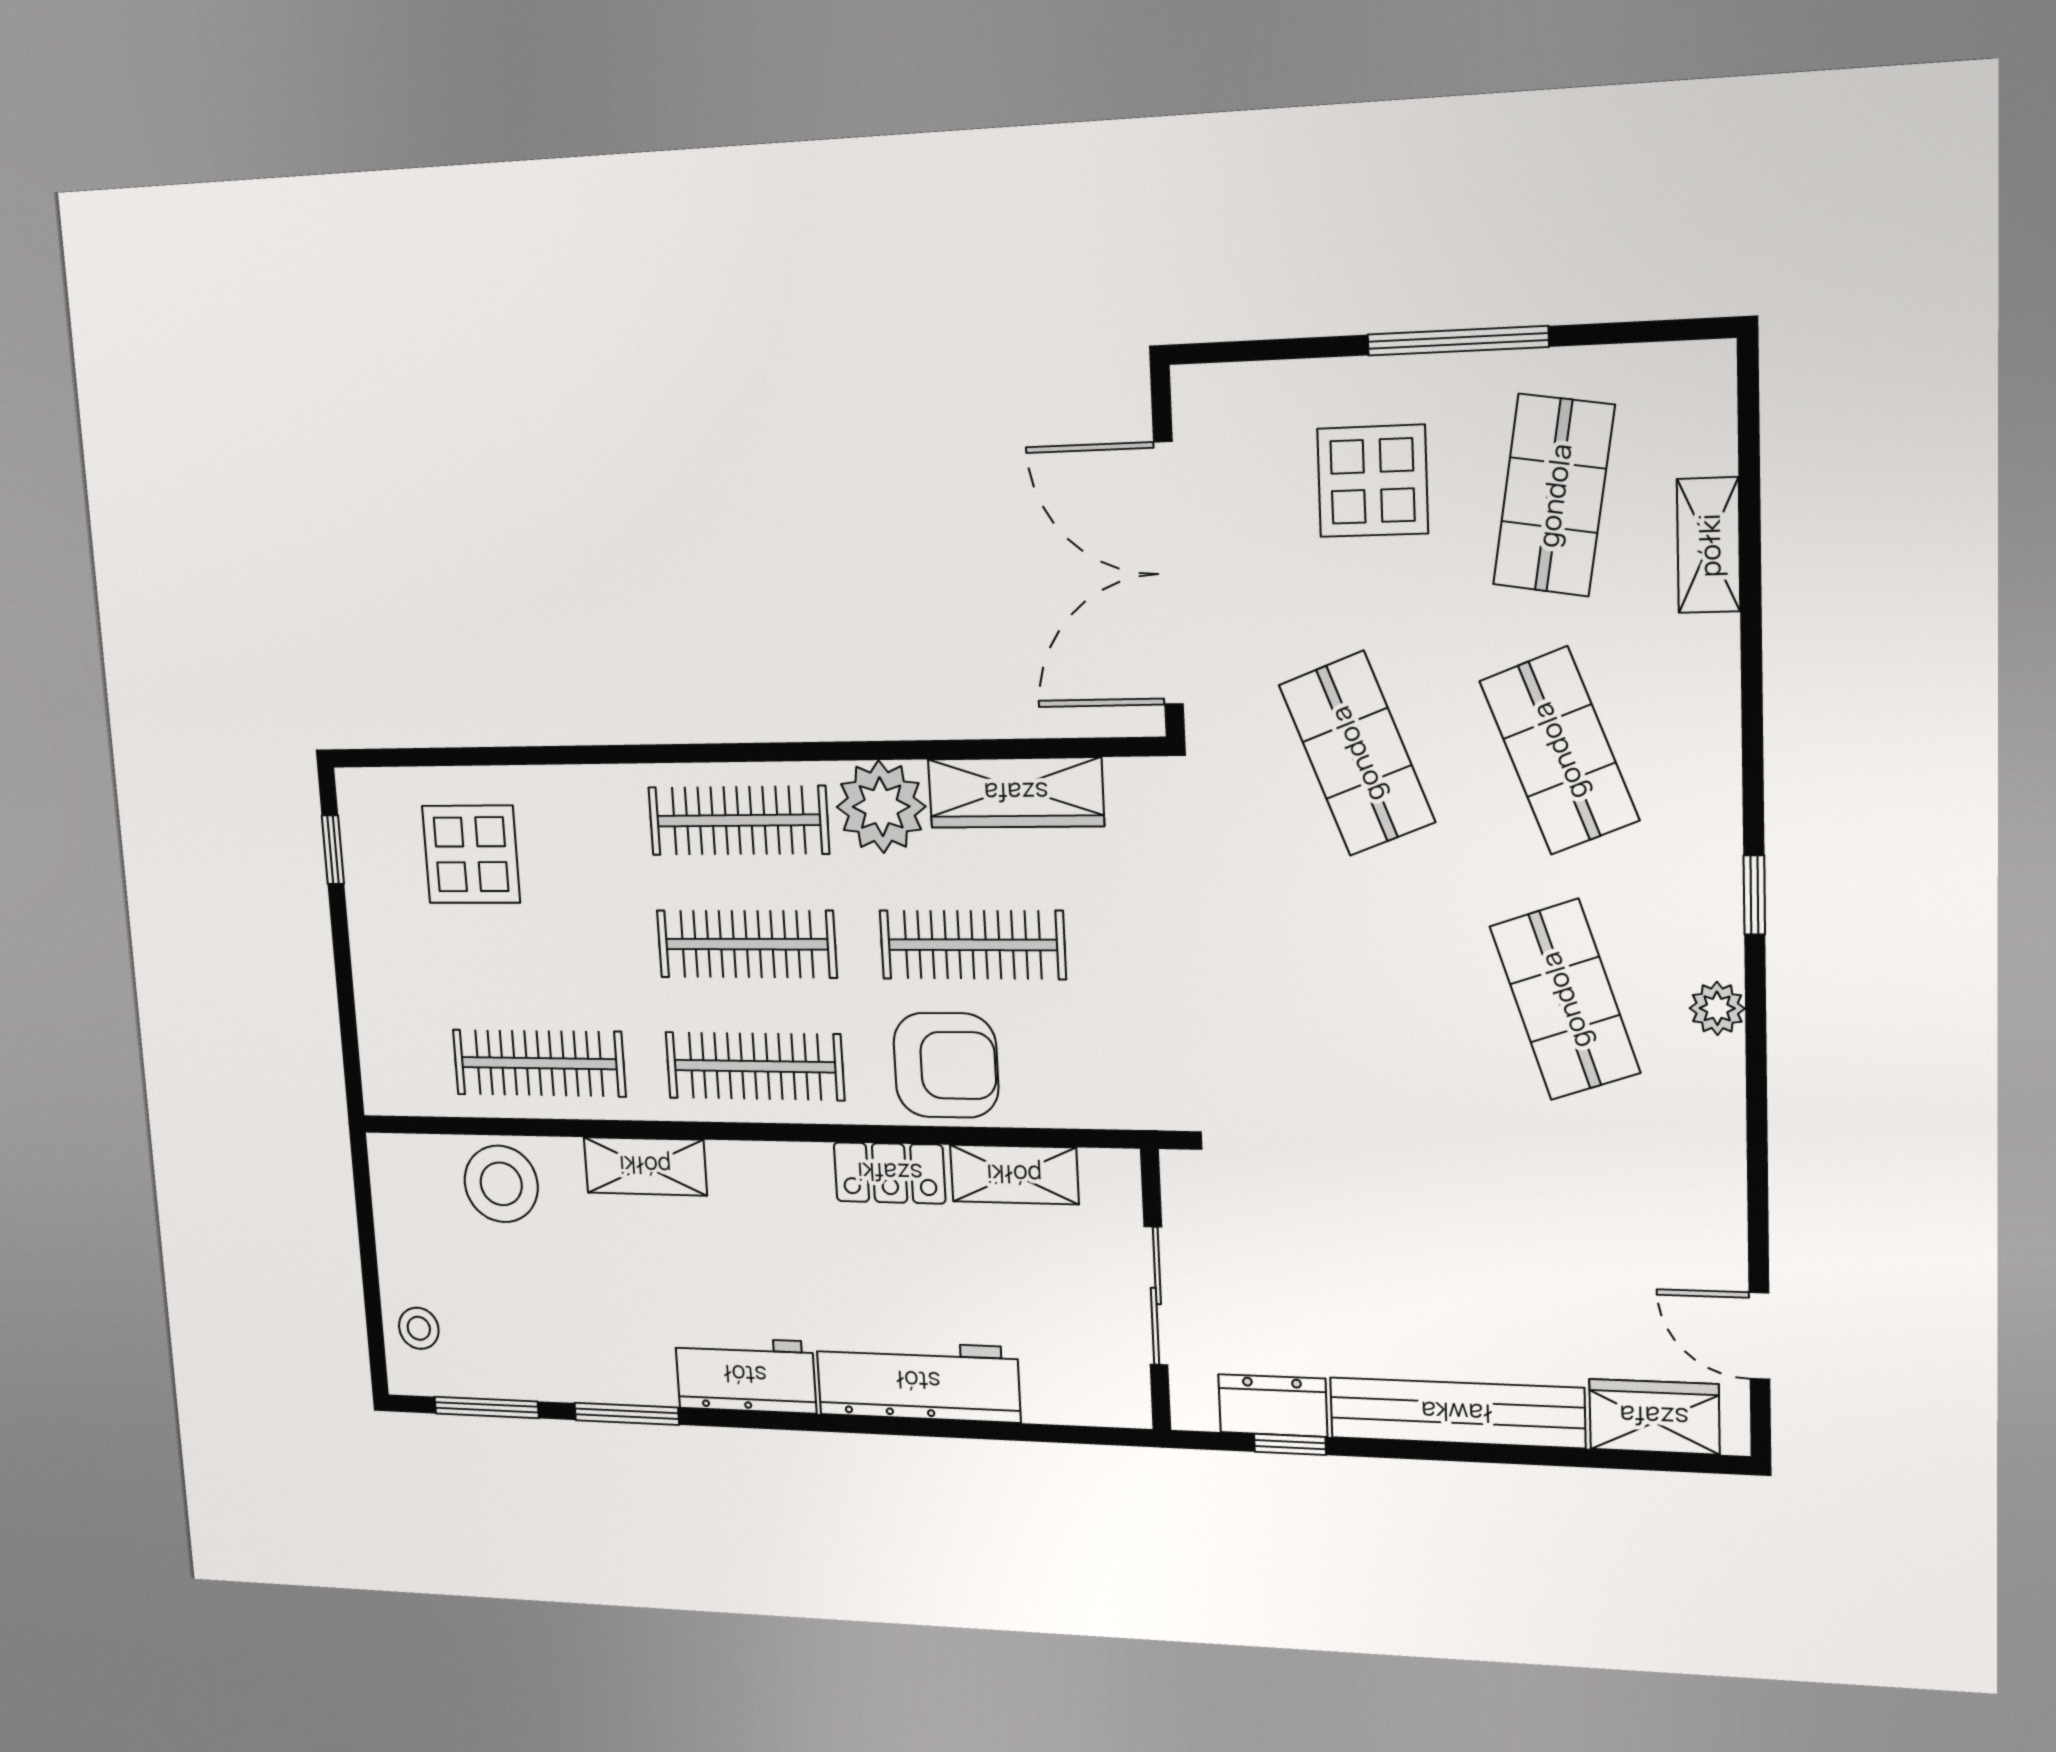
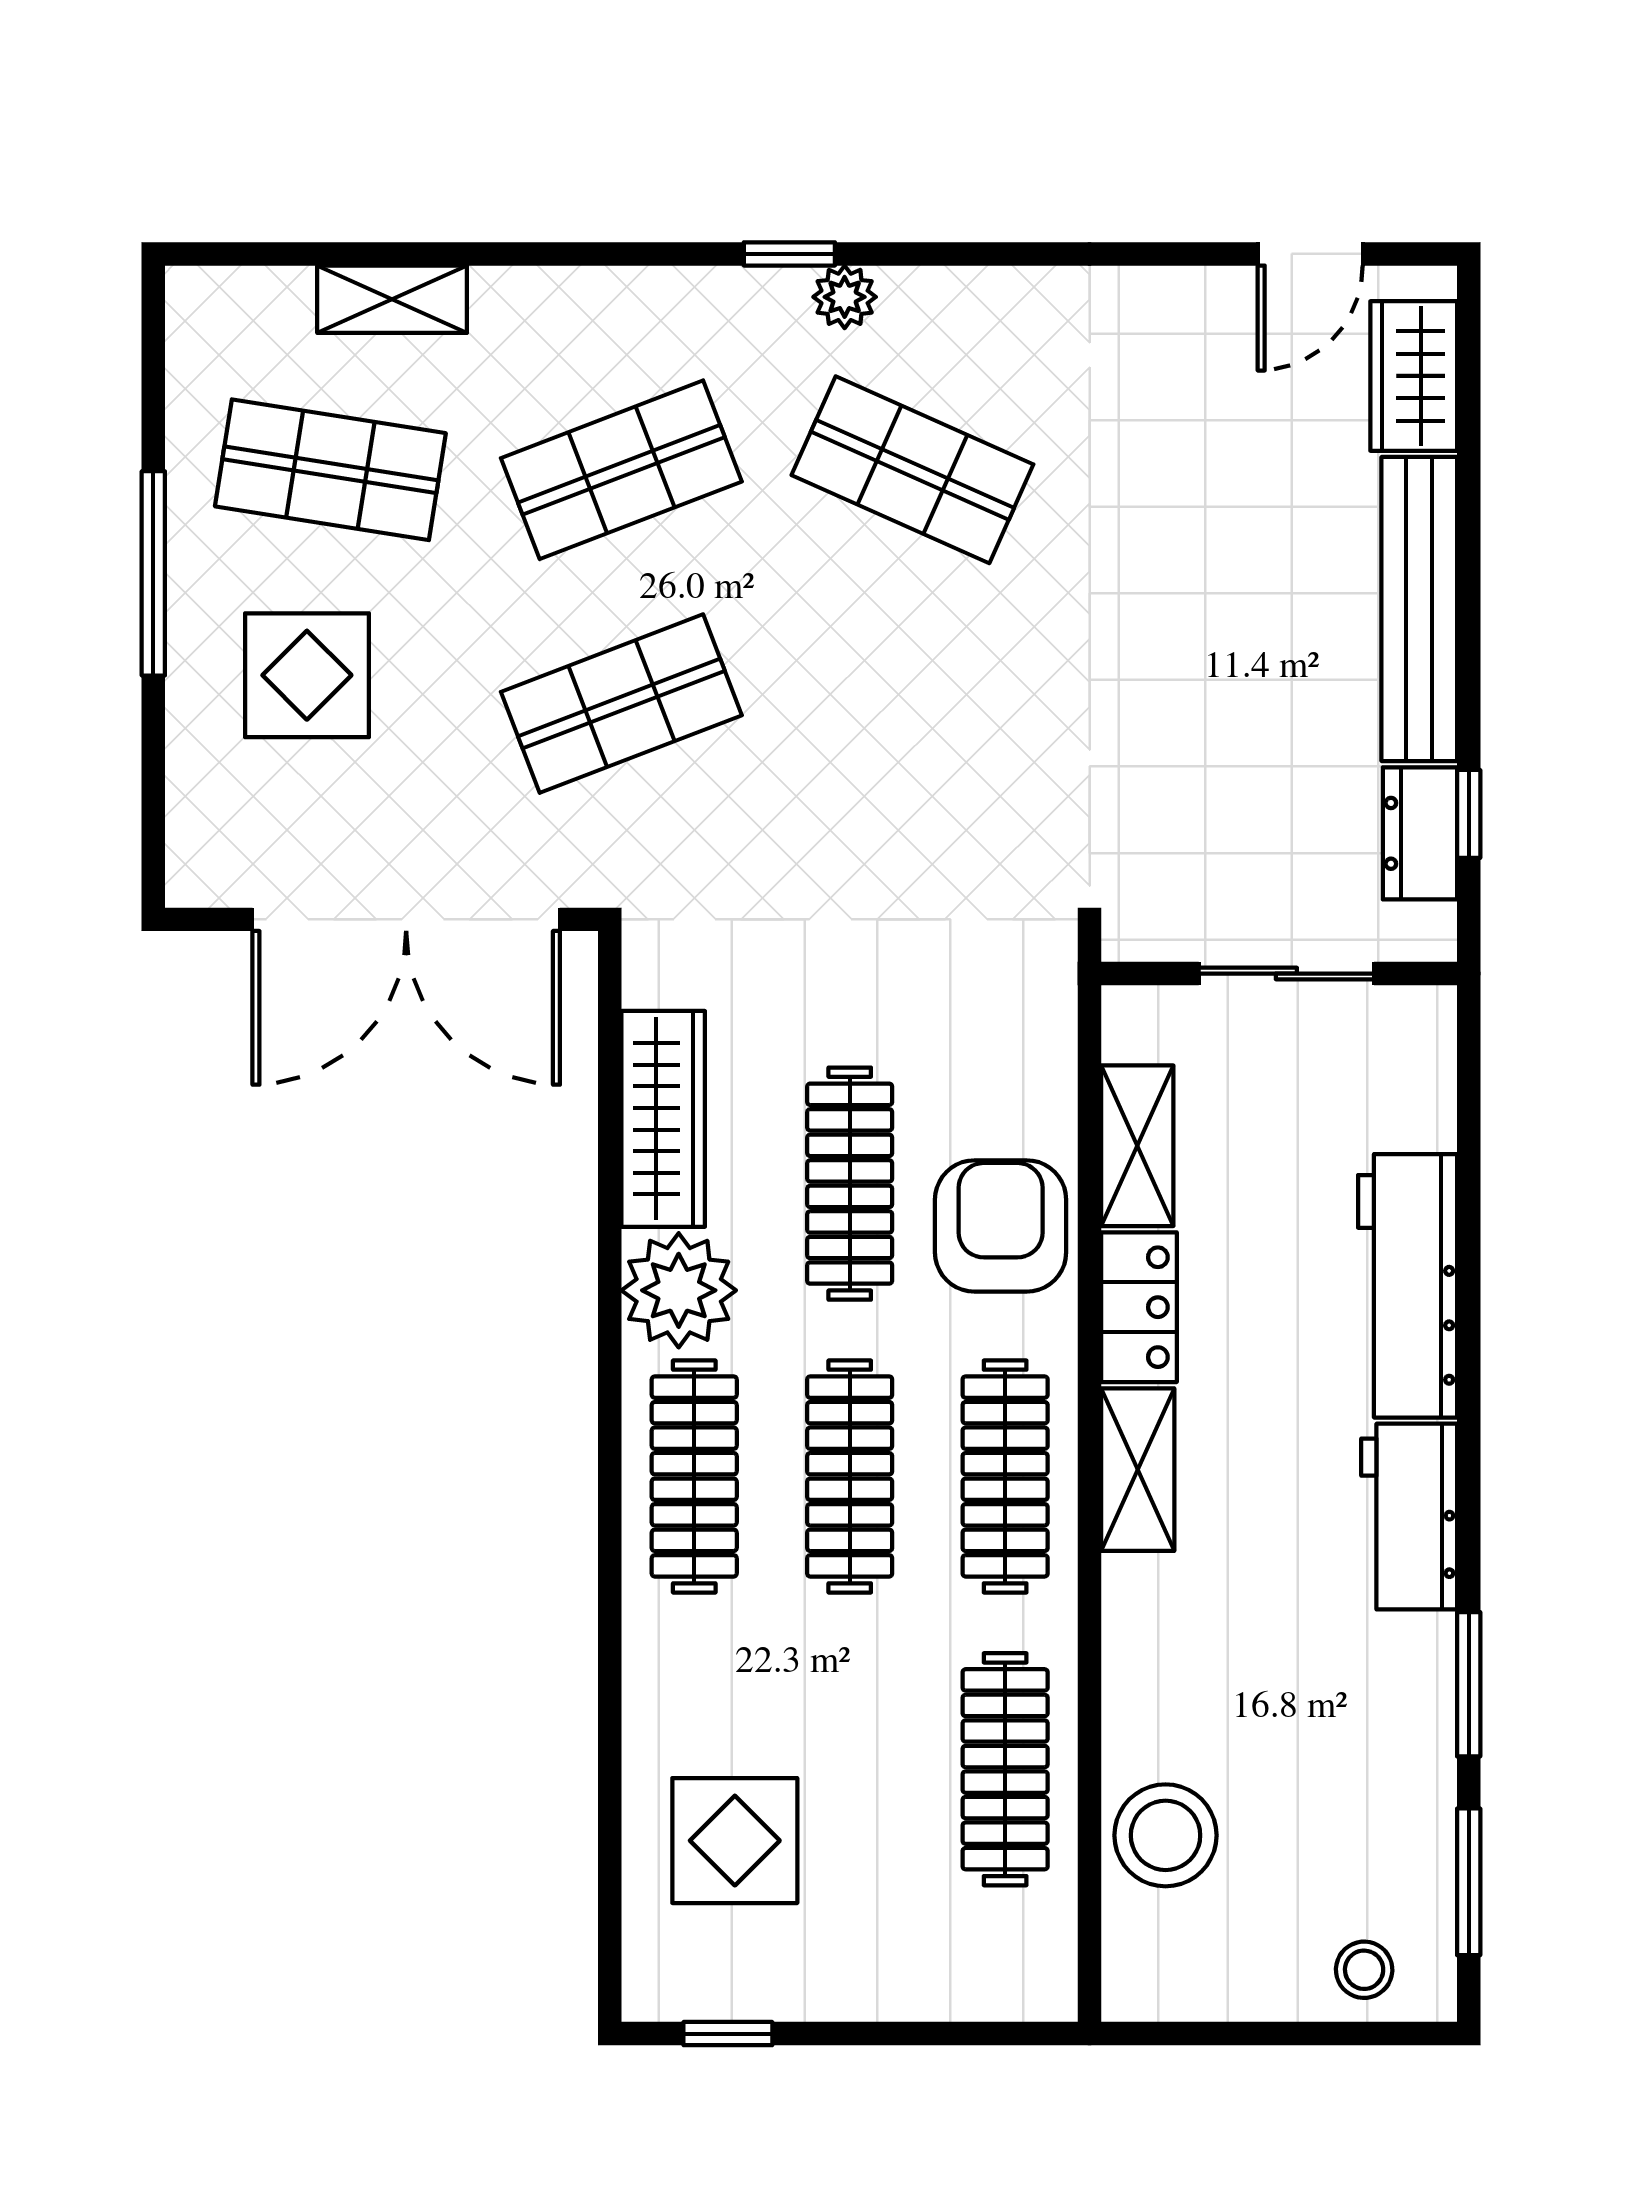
shop shelf: (1565, 1000) -> (912, 470), turned 42
plant: (1717, 1008) -> (845, 297), moved
shelving: (645, 1166) -> (1138, 1470), moved

